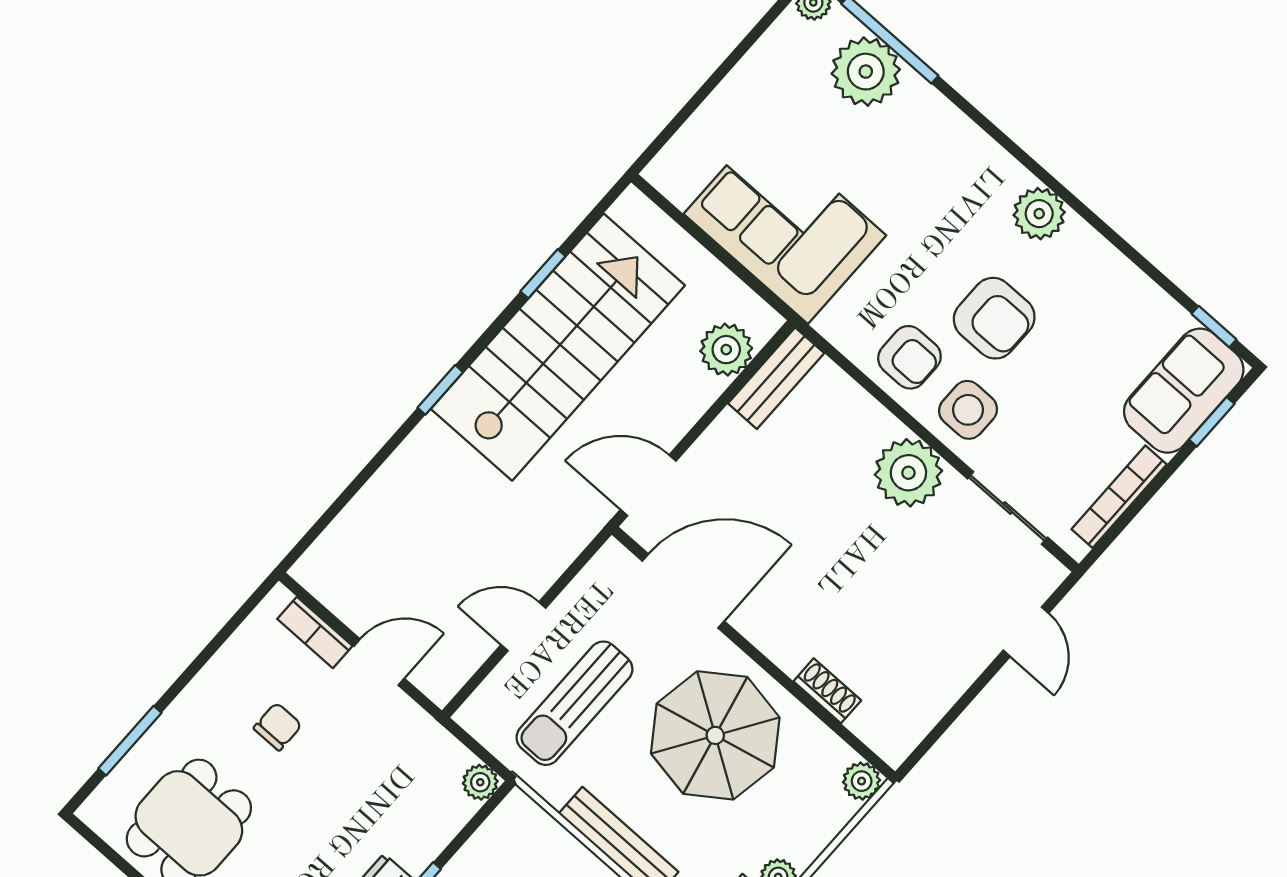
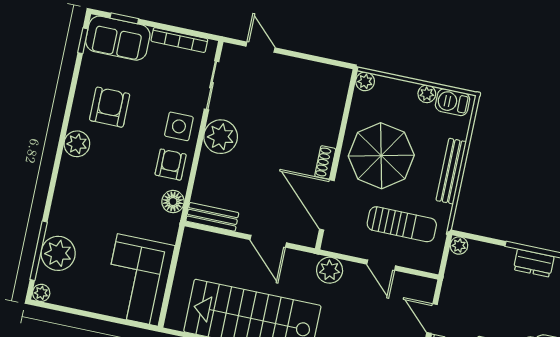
corner sofa: (785, 225) -> (138, 280), moved
armchair: (994, 318) -> (110, 107), moved
floor lamp: (842, 325) -> (173, 202), added
plant: (726, 350) -> (330, 270), moved
door: (648, 485) -> (268, 241), moved
door: (1026, 632) -> (260, 47), hinge flipped
shoe rack: (827, 691) -> (325, 162), moved

